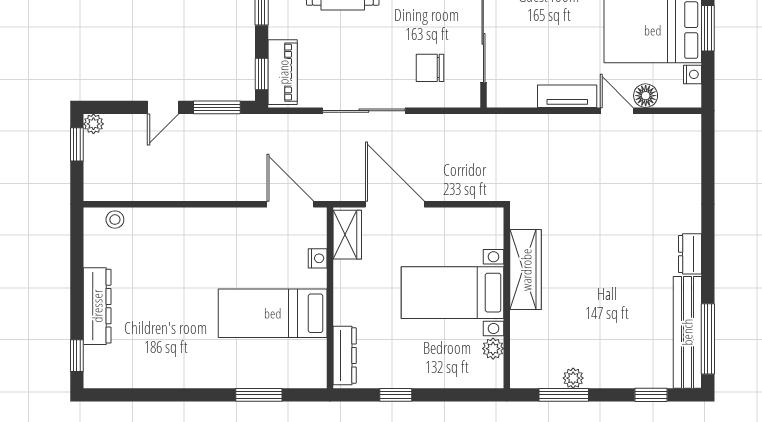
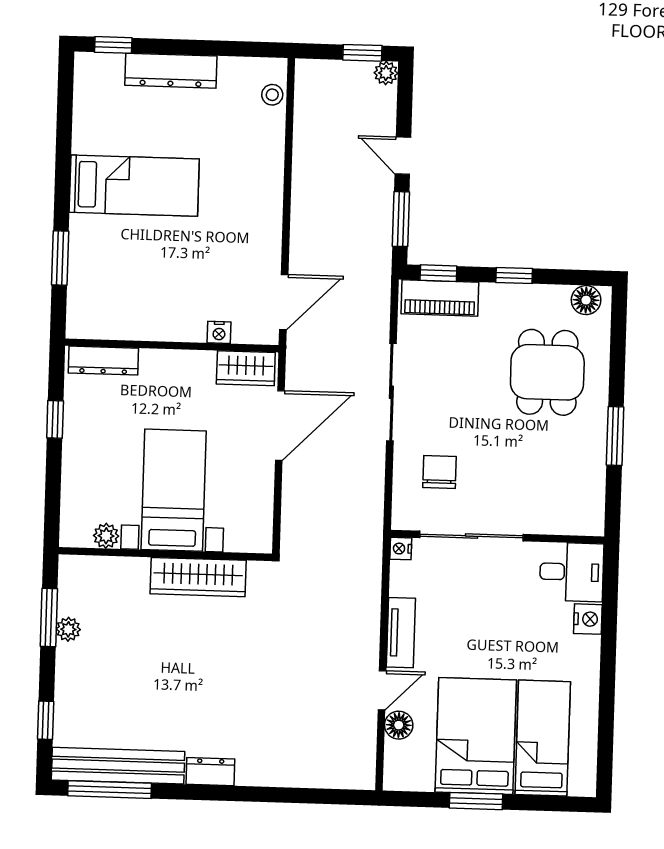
nightstand: (693, 74) -> (401, 549), moved, turned 90
bed: (273, 313) -> (134, 186), moved, turned 90

